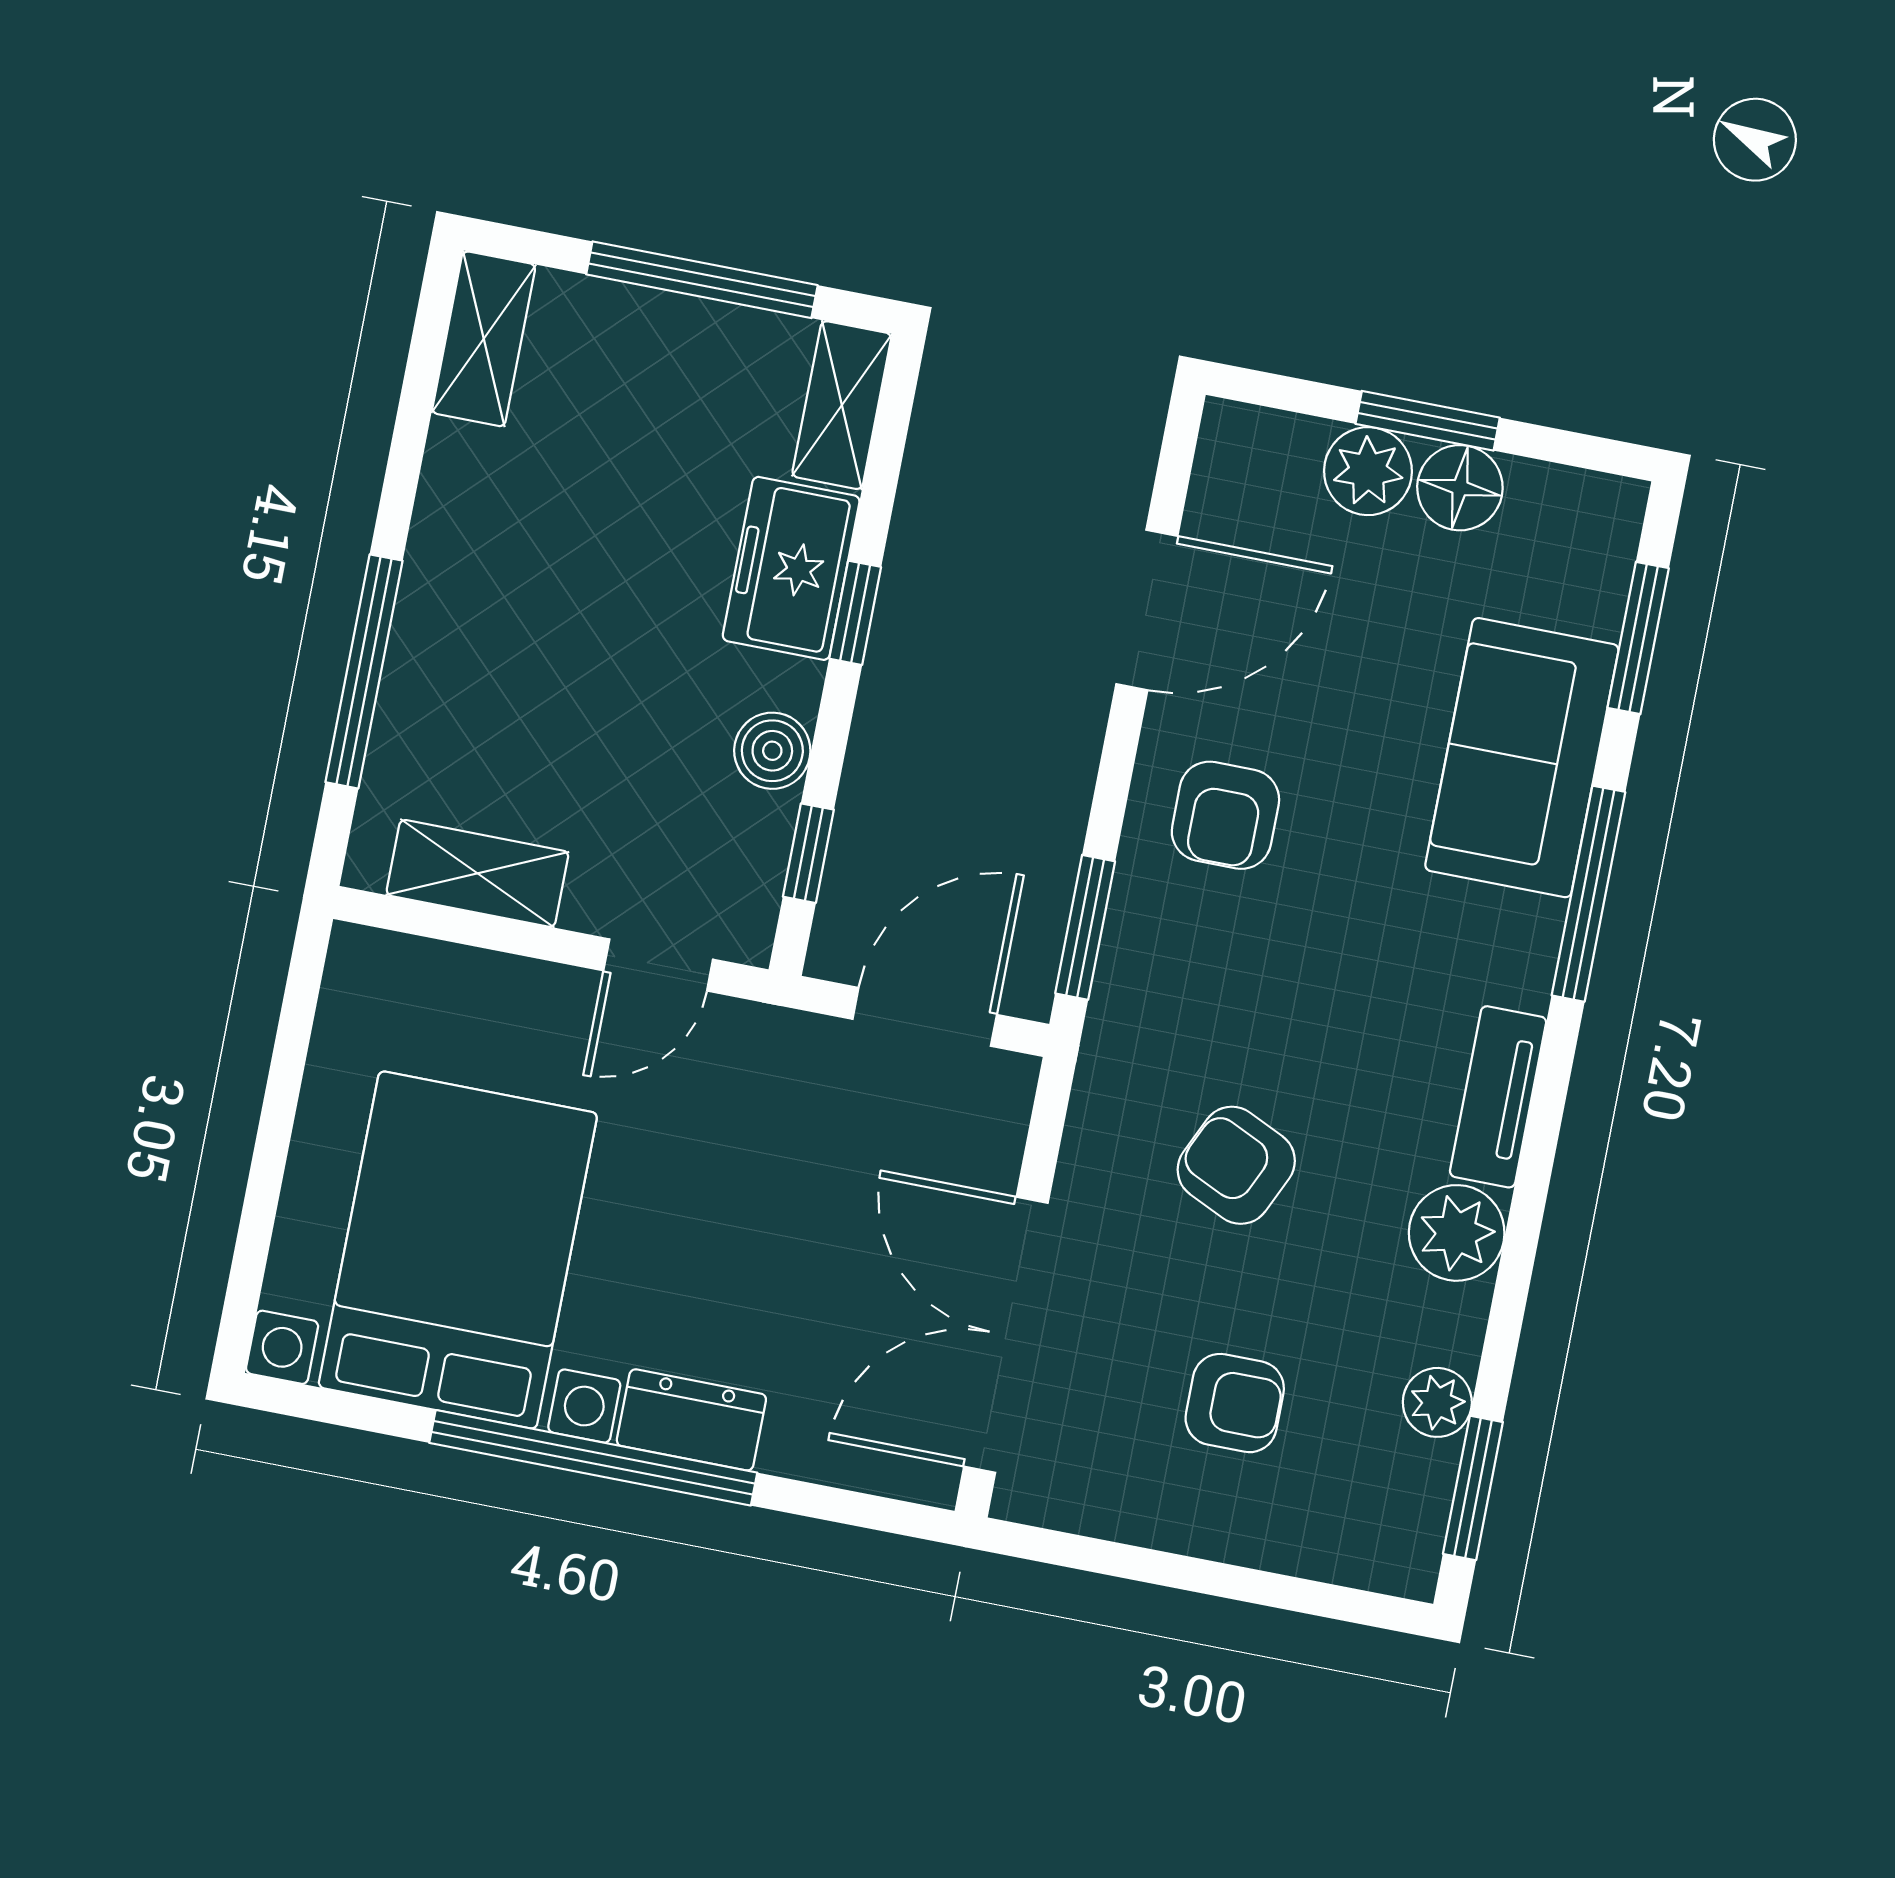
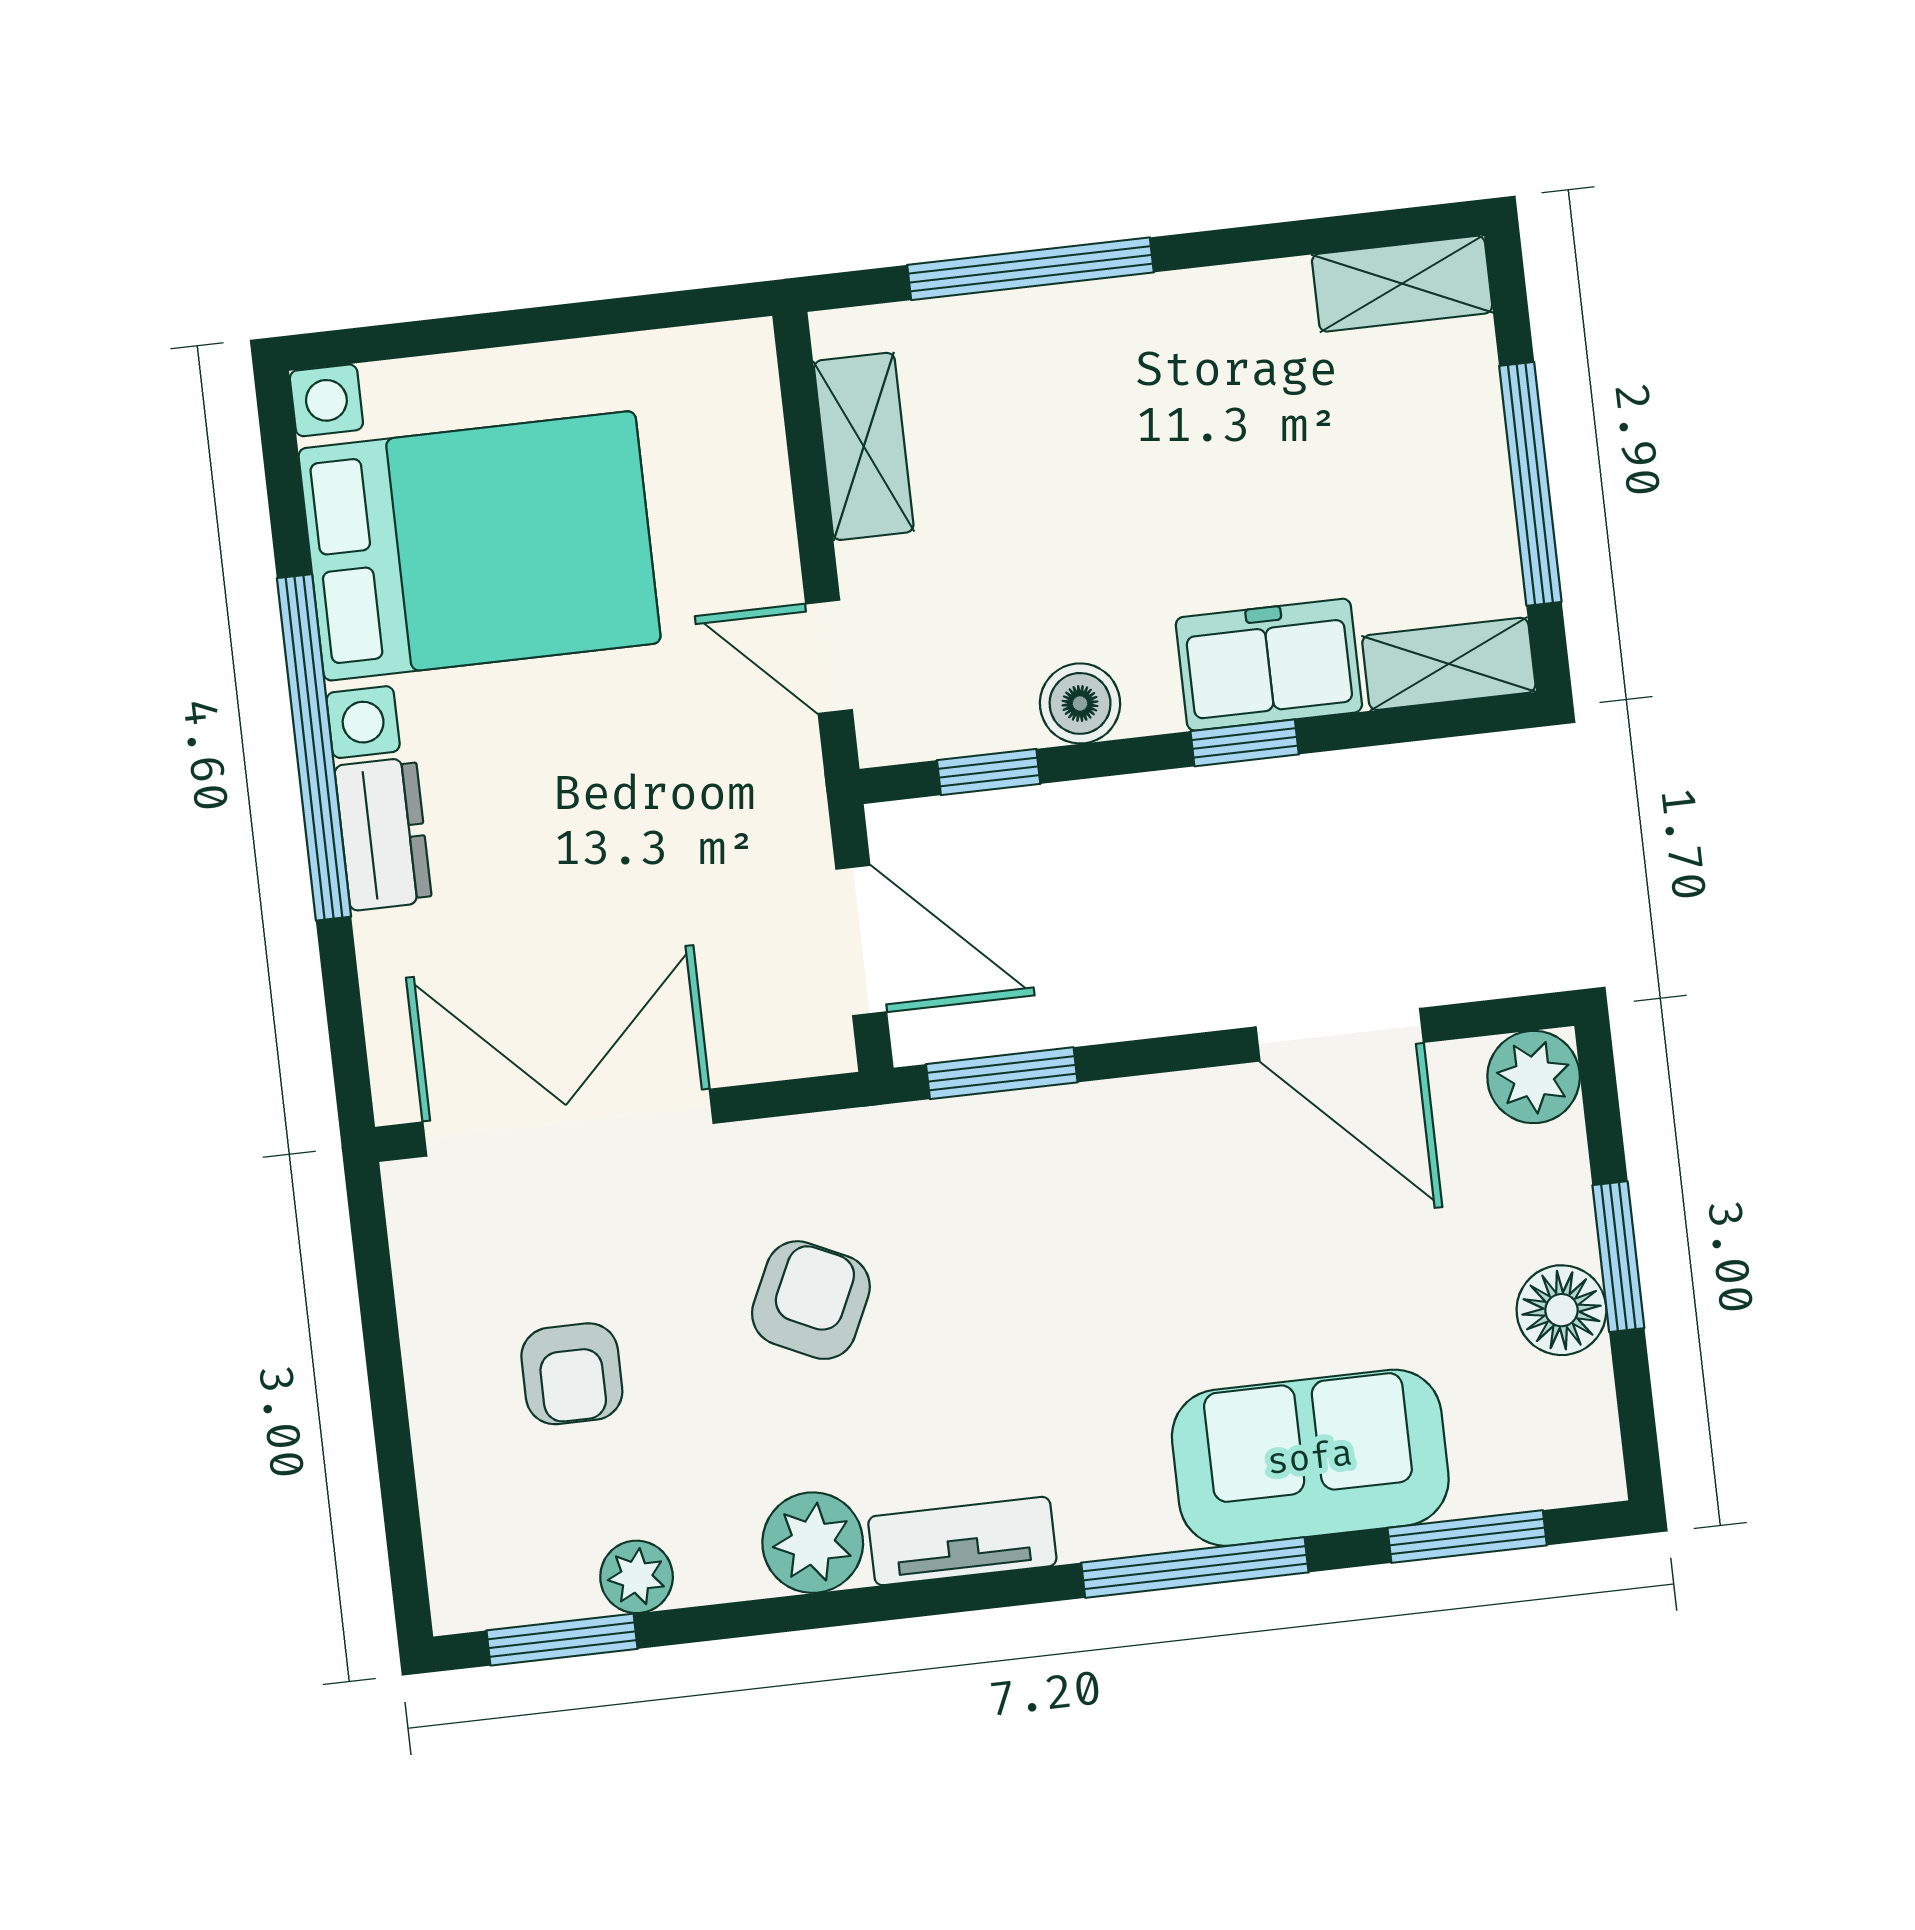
plant: (1368, 471) -> (1534, 1077), moved
armchair: (1225, 815) -> (1159, 1178), removed

